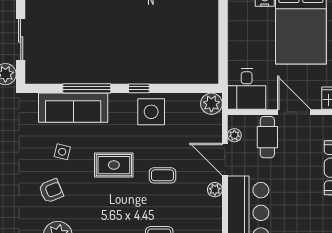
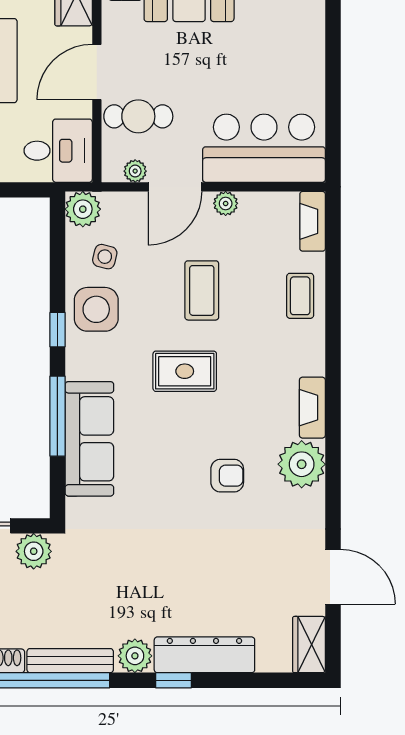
side table: (62, 152) -> (105, 257), moved
rug: (114, 165) -> (185, 371), turned 90
coffee table: (163, 175) -> (202, 290), width x1.36, depth x1.30
armchair: (51, 191) -> (227, 476), turned 112

